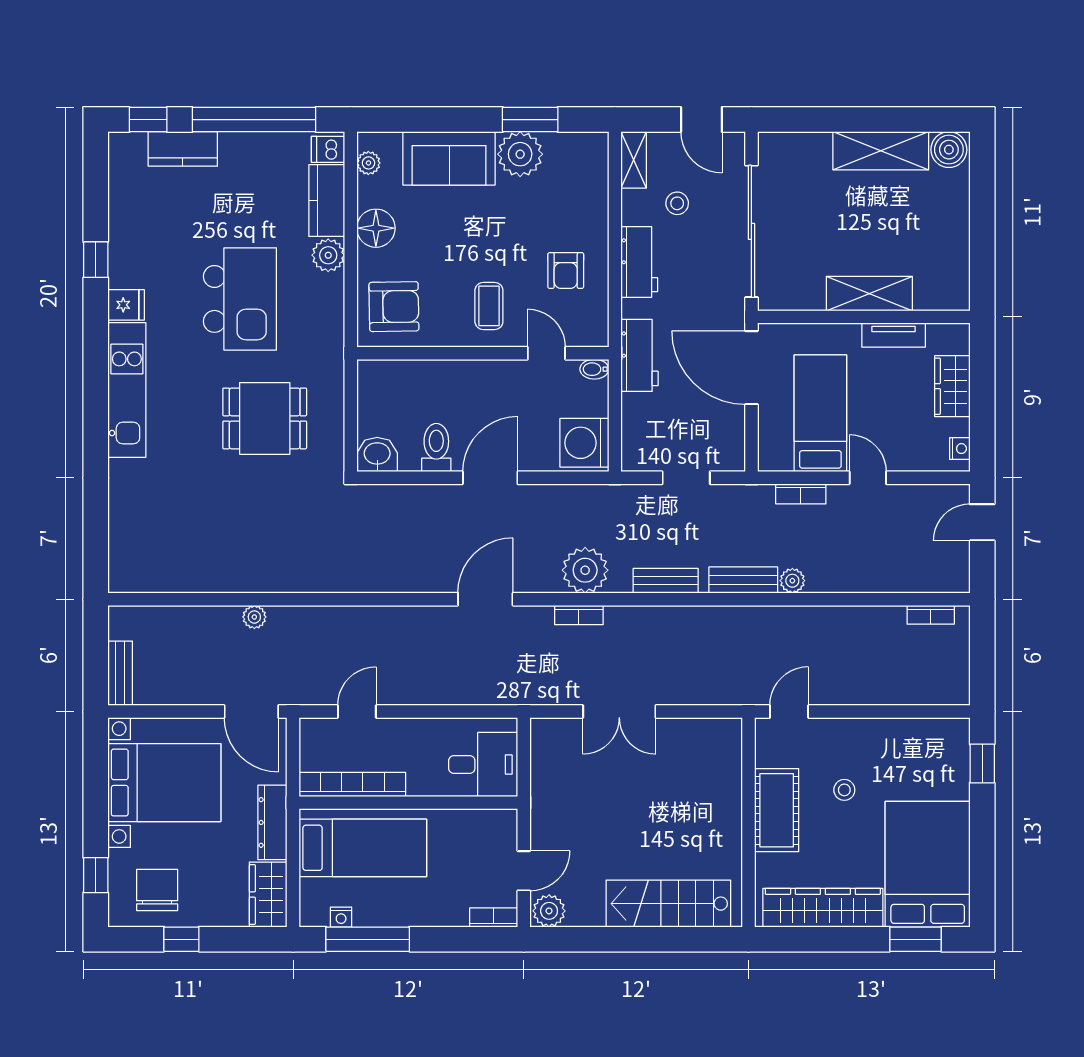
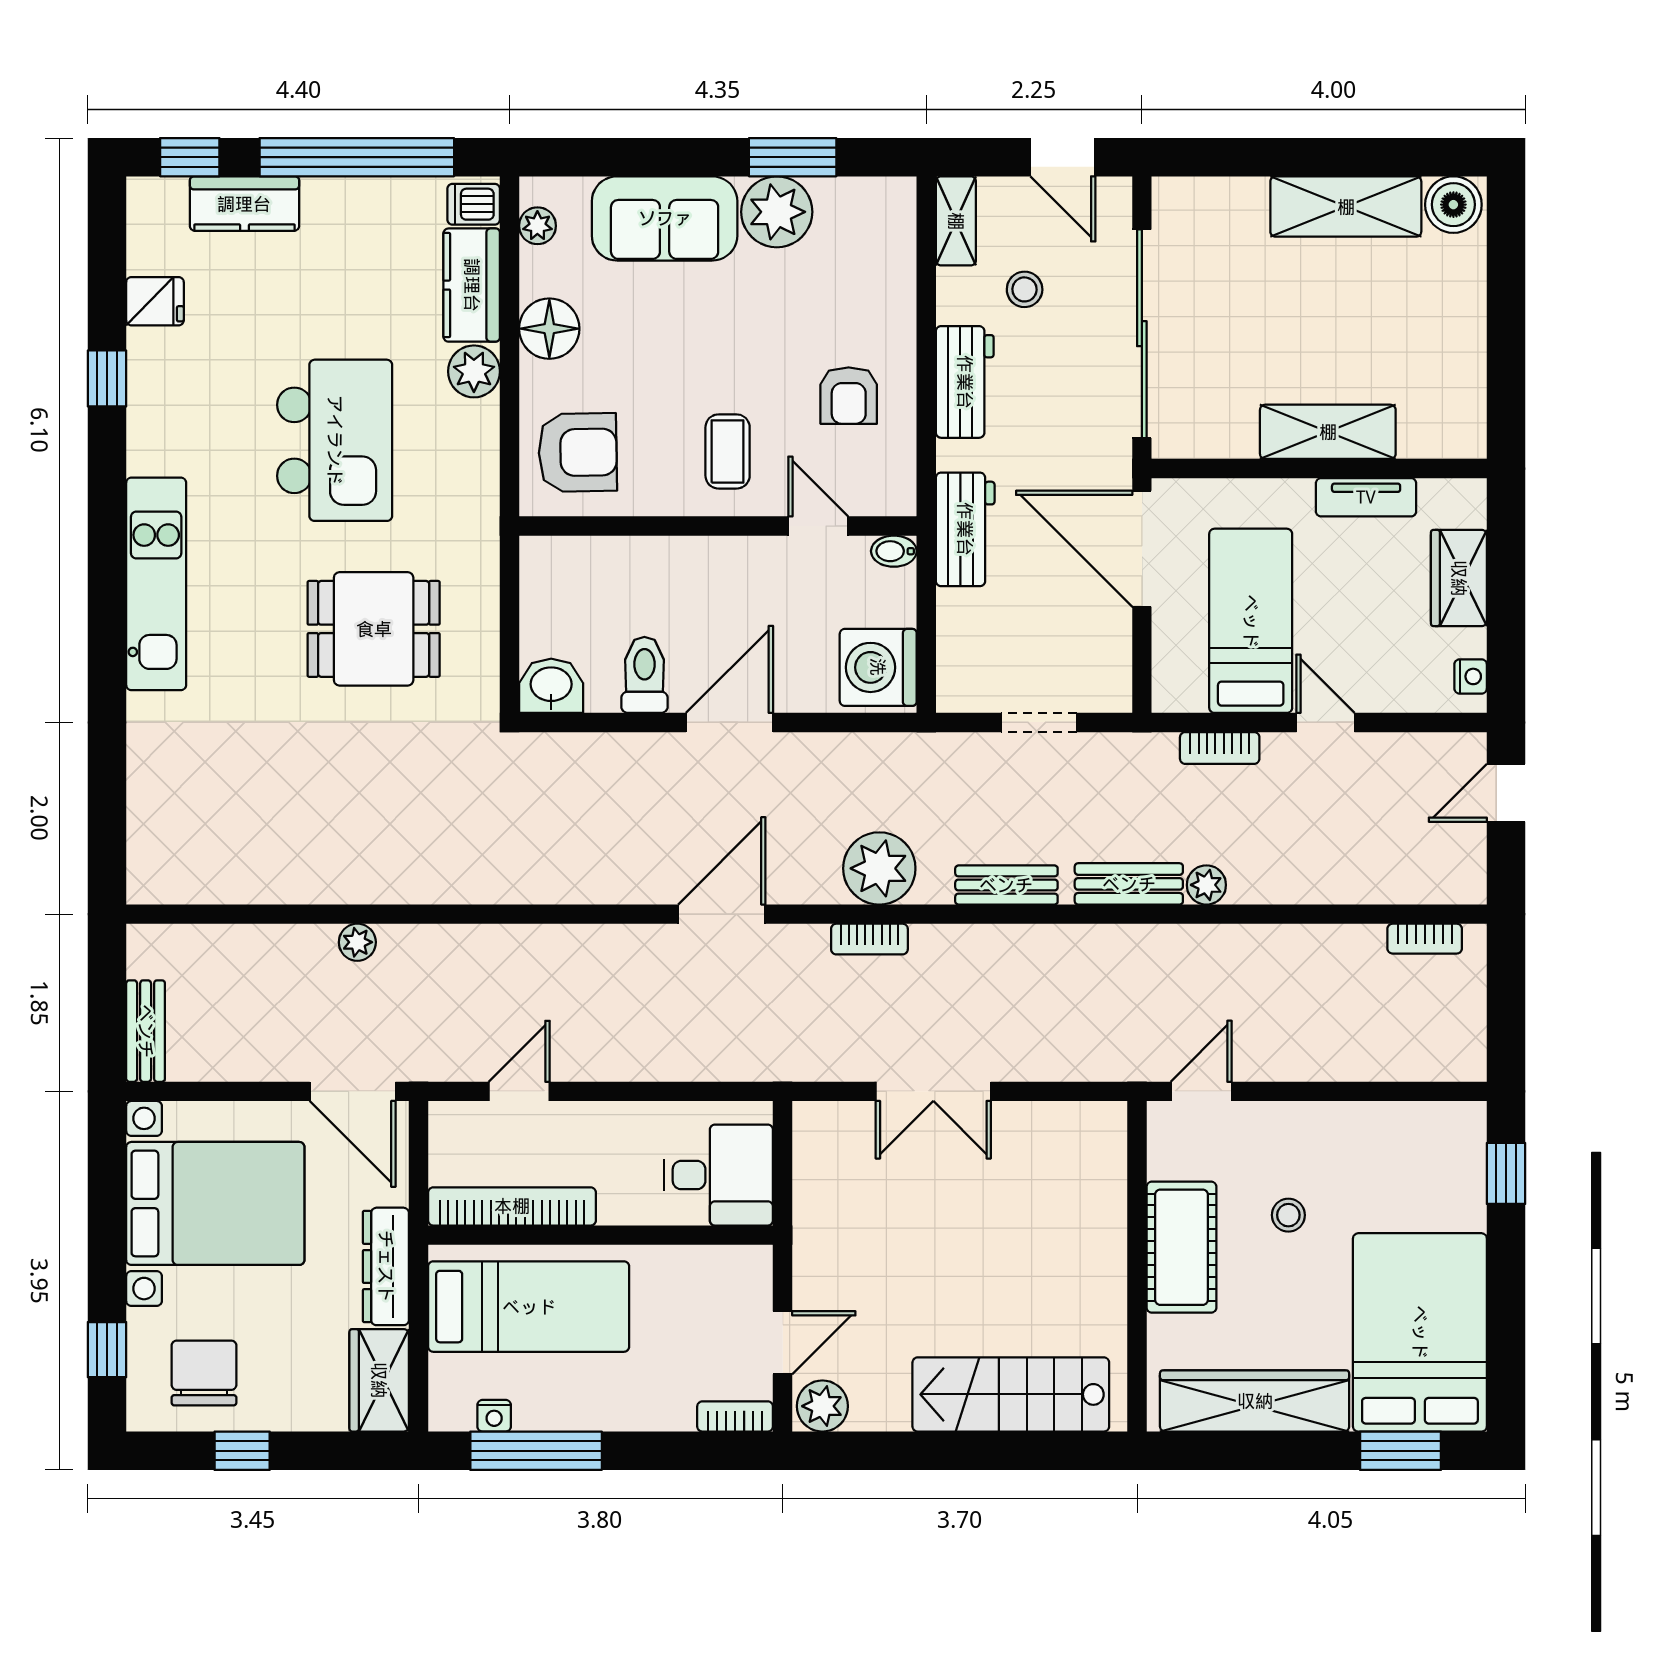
fridge: (126, 305) -> (155, 301), moved

